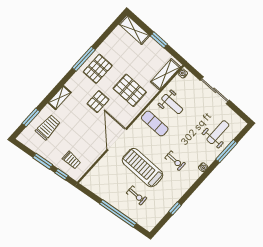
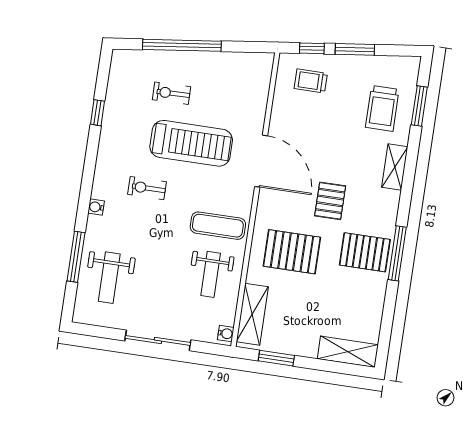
window: (159, 40) -> (276, 358), moved
pallet: (98, 69) -> (365, 252), turned 90
weight bench: (172, 104) -> (211, 274), turned -90

